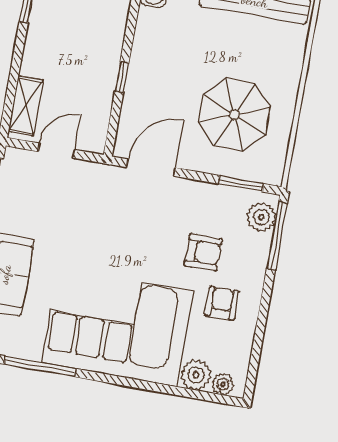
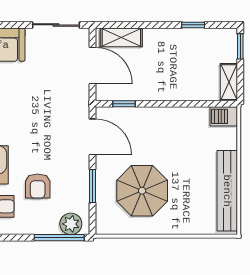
window: (122, 77) -> (124, 104), moved
door: (56, 151) -> (93, 66), width x1.38
window: (241, 184) -> (93, 186), moved

